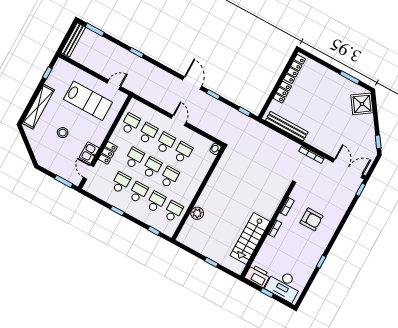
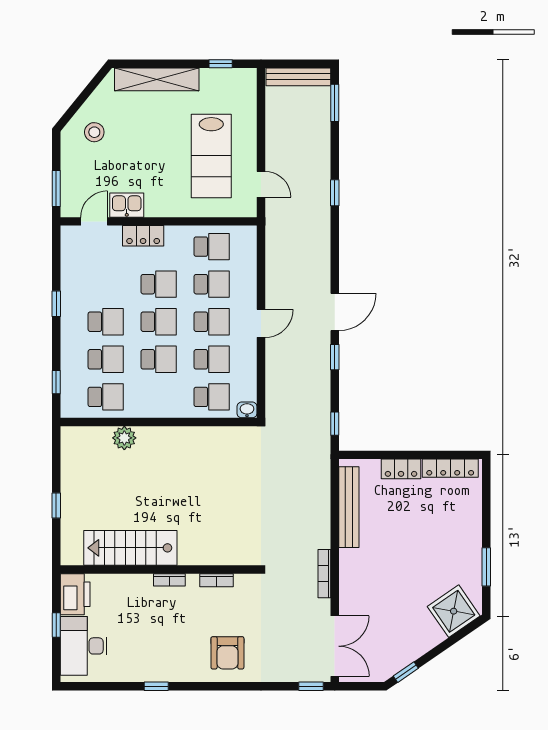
stool: (63, 133) -> (94, 132), moved
school desk: (121, 183) -> (212, 397), moved
armchair: (311, 219) -> (227, 653), moved

